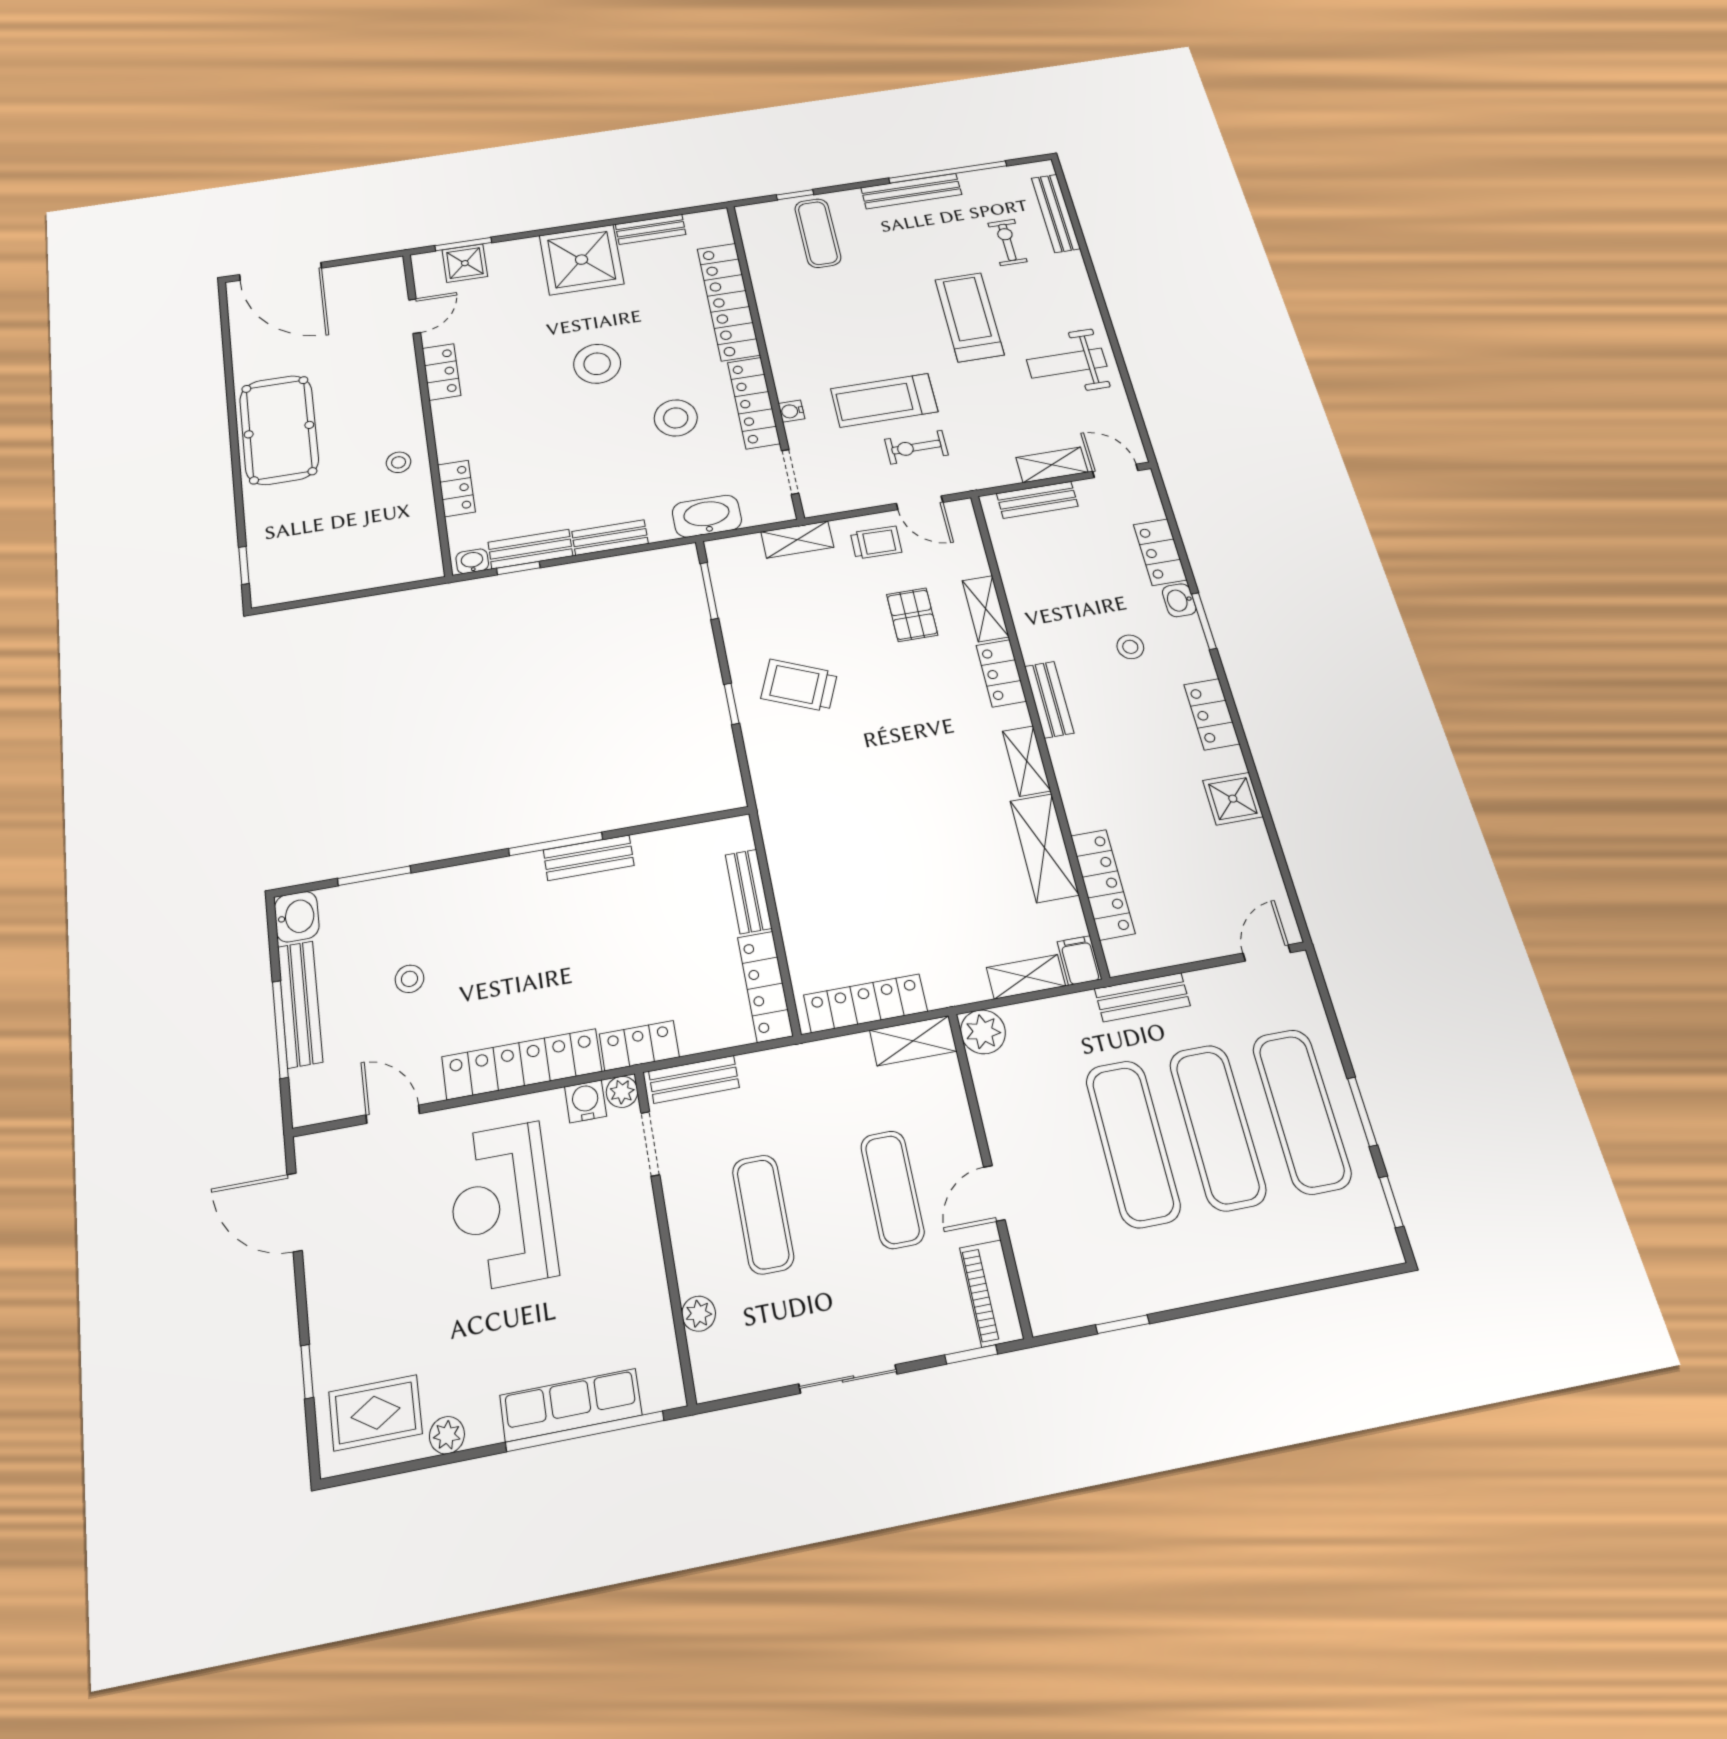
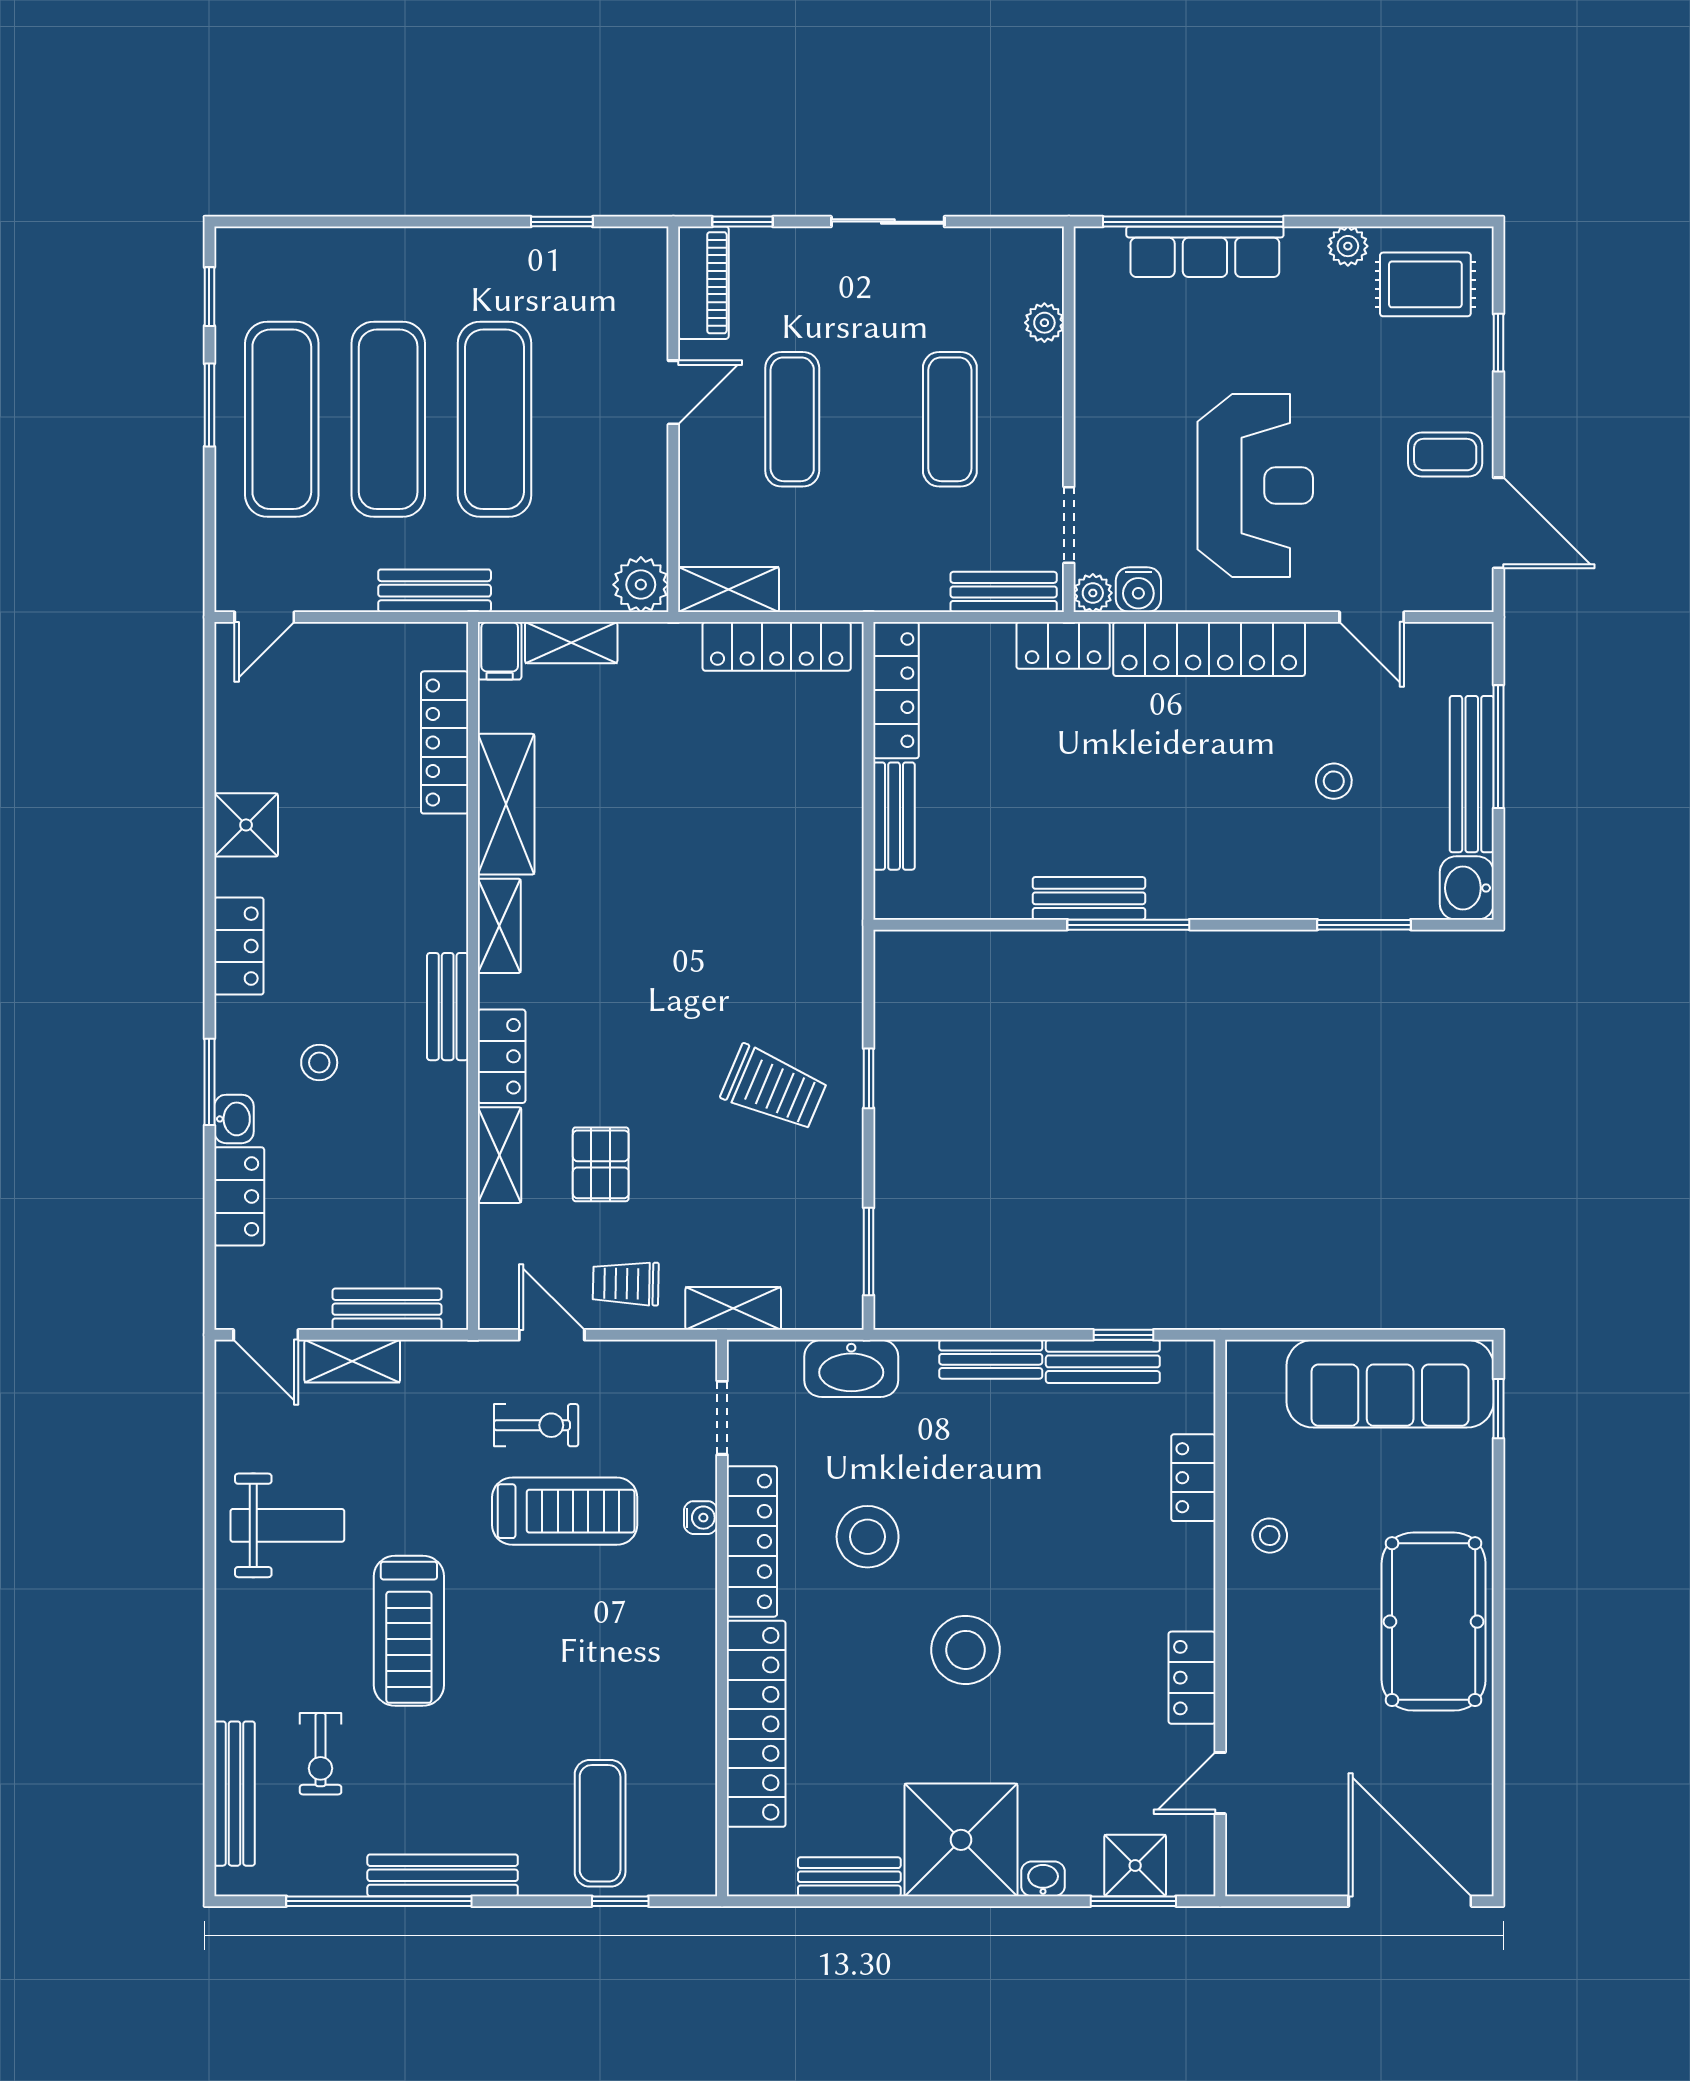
washbasin: (472, 561) -> (1043, 1879), moved, turned 180
sofa: (323, 568) -> (1390, 1384), added
coffee table: (345, 1263) -> (1445, 455), added

